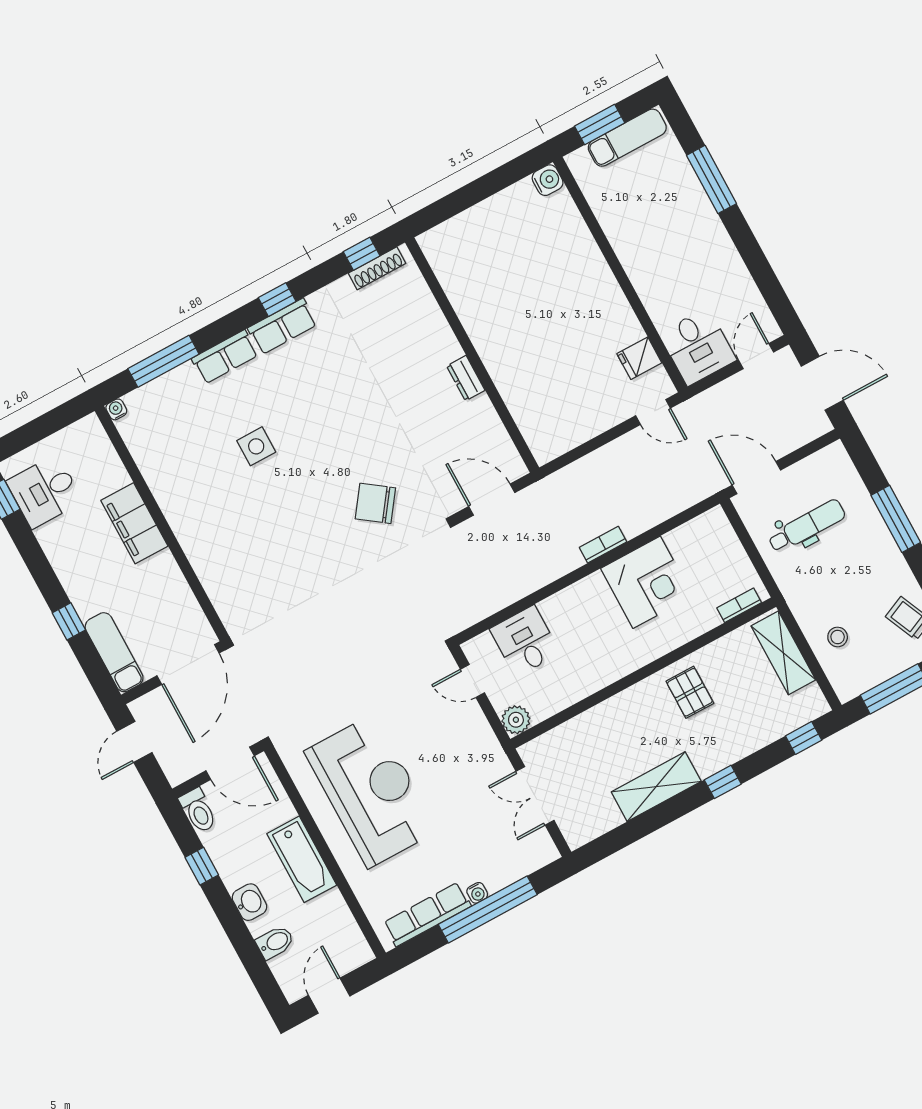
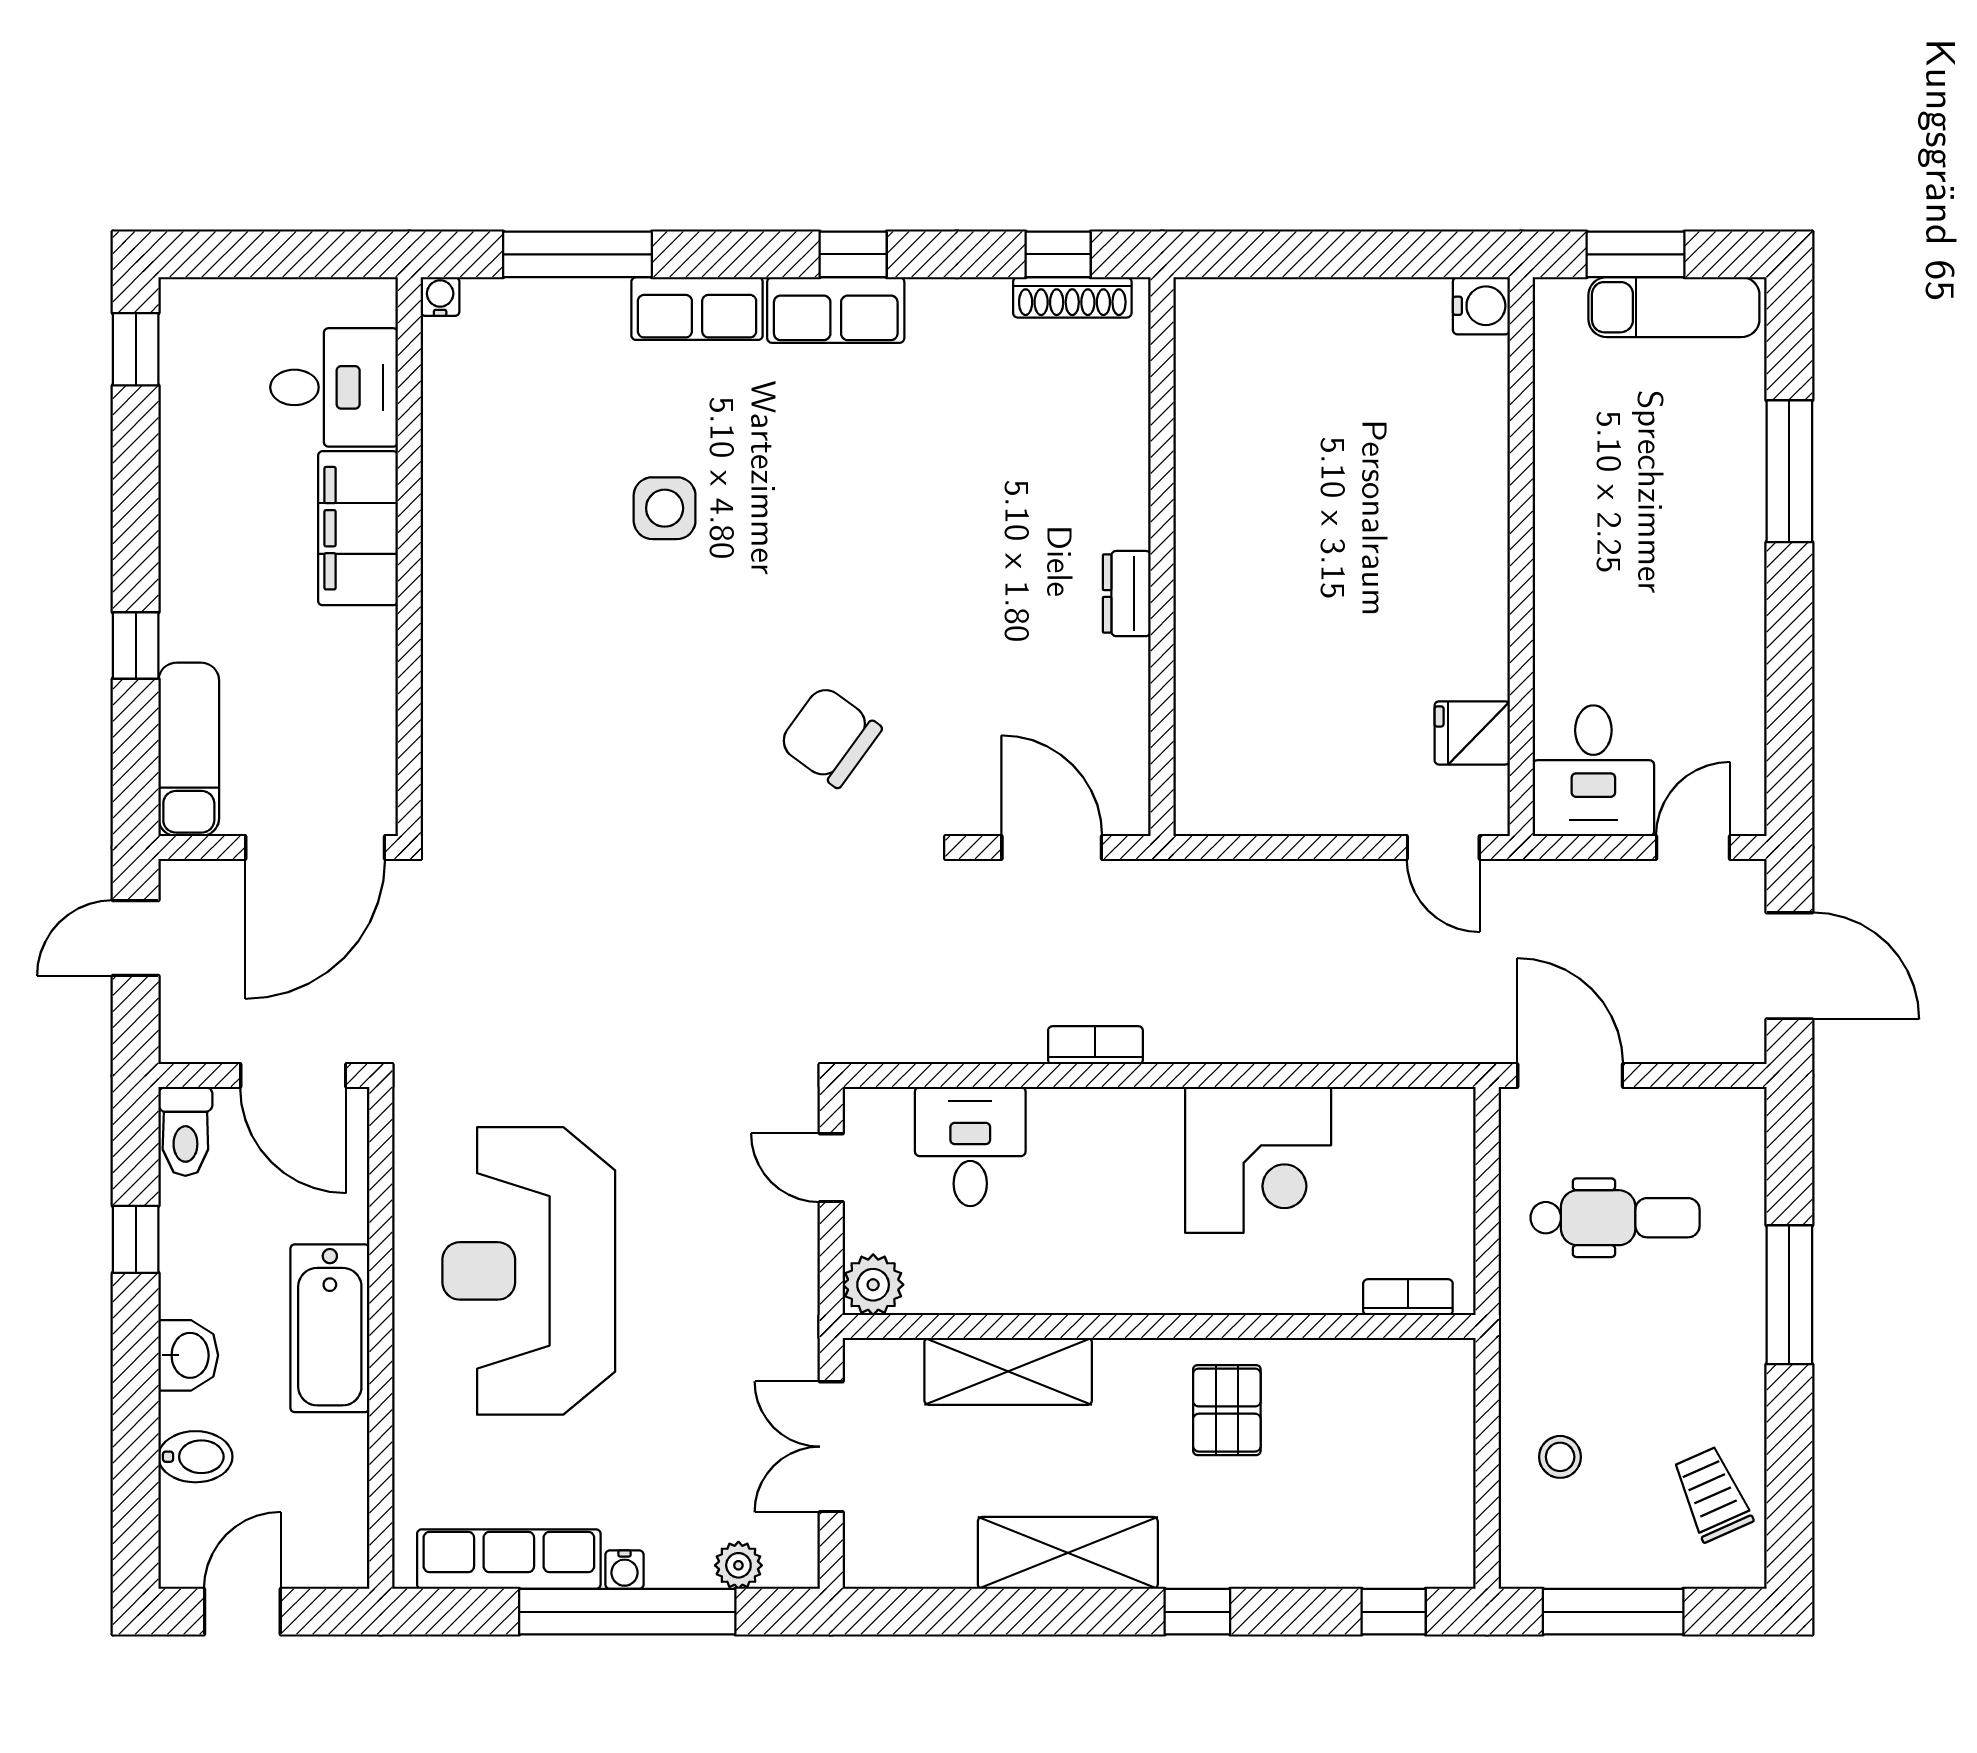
desk: (45, 491) -> (334, 387), moved, turned 180
bookcase: (603, 545) -> (1095, 1045), moved
shelving: (783, 653) -> (1008, 1371), moved, turned 90
reception desk: (371, 791) -> (529, 1271), turned 180
plant: (523, 866) -> (738, 1565), added

